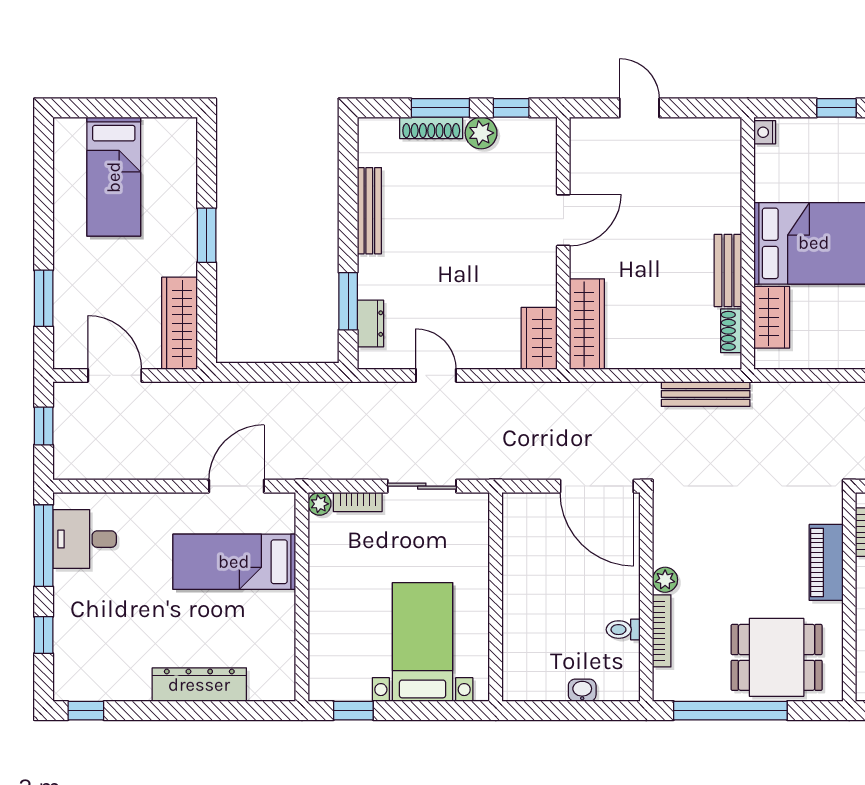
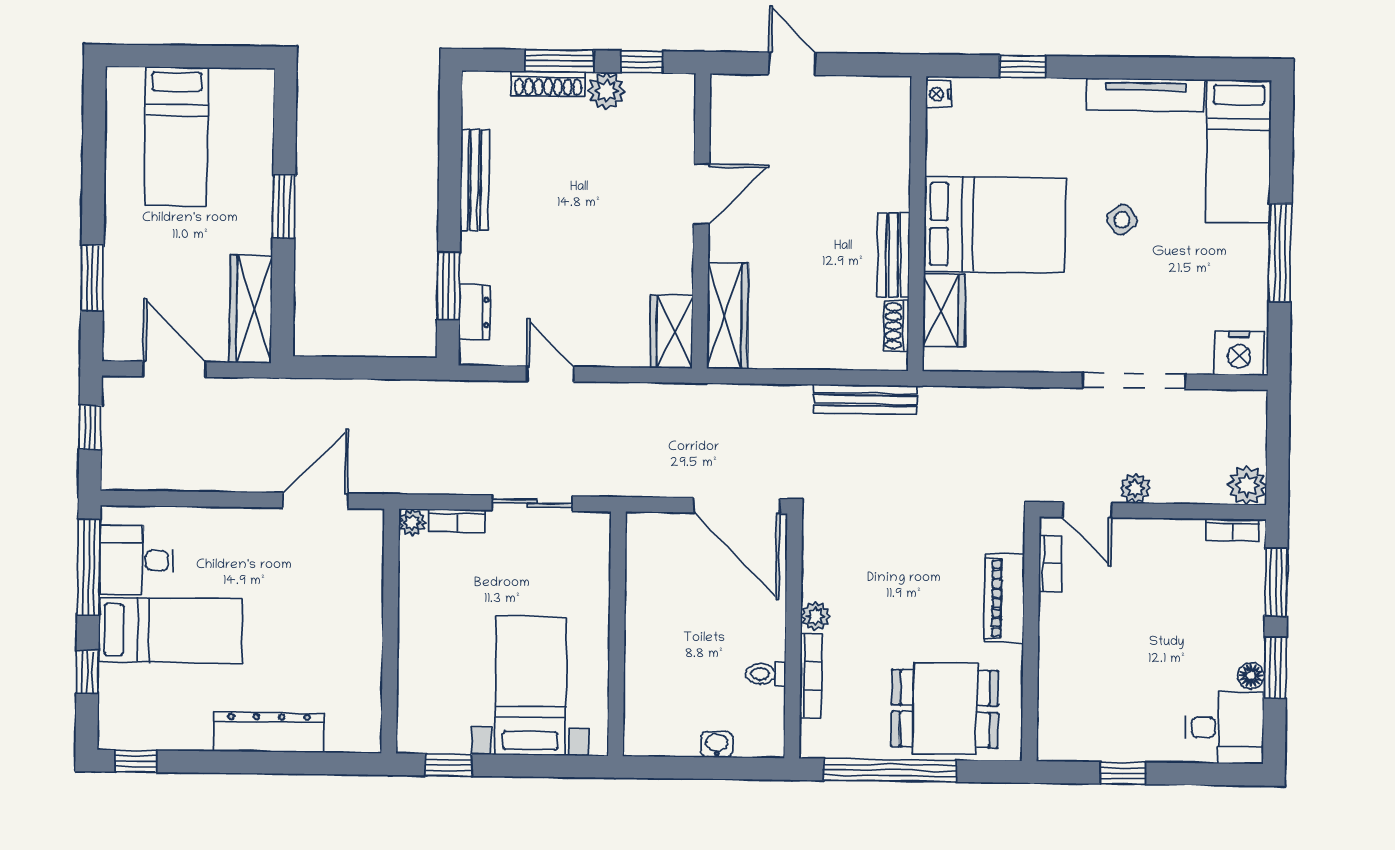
bed: (234, 562) -> (171, 630), moved, turned 180

